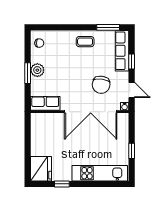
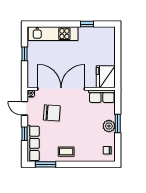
chair: (101, 85) -> (52, 113), turned 87
fridge: (41, 169) -> (106, 77), moved

